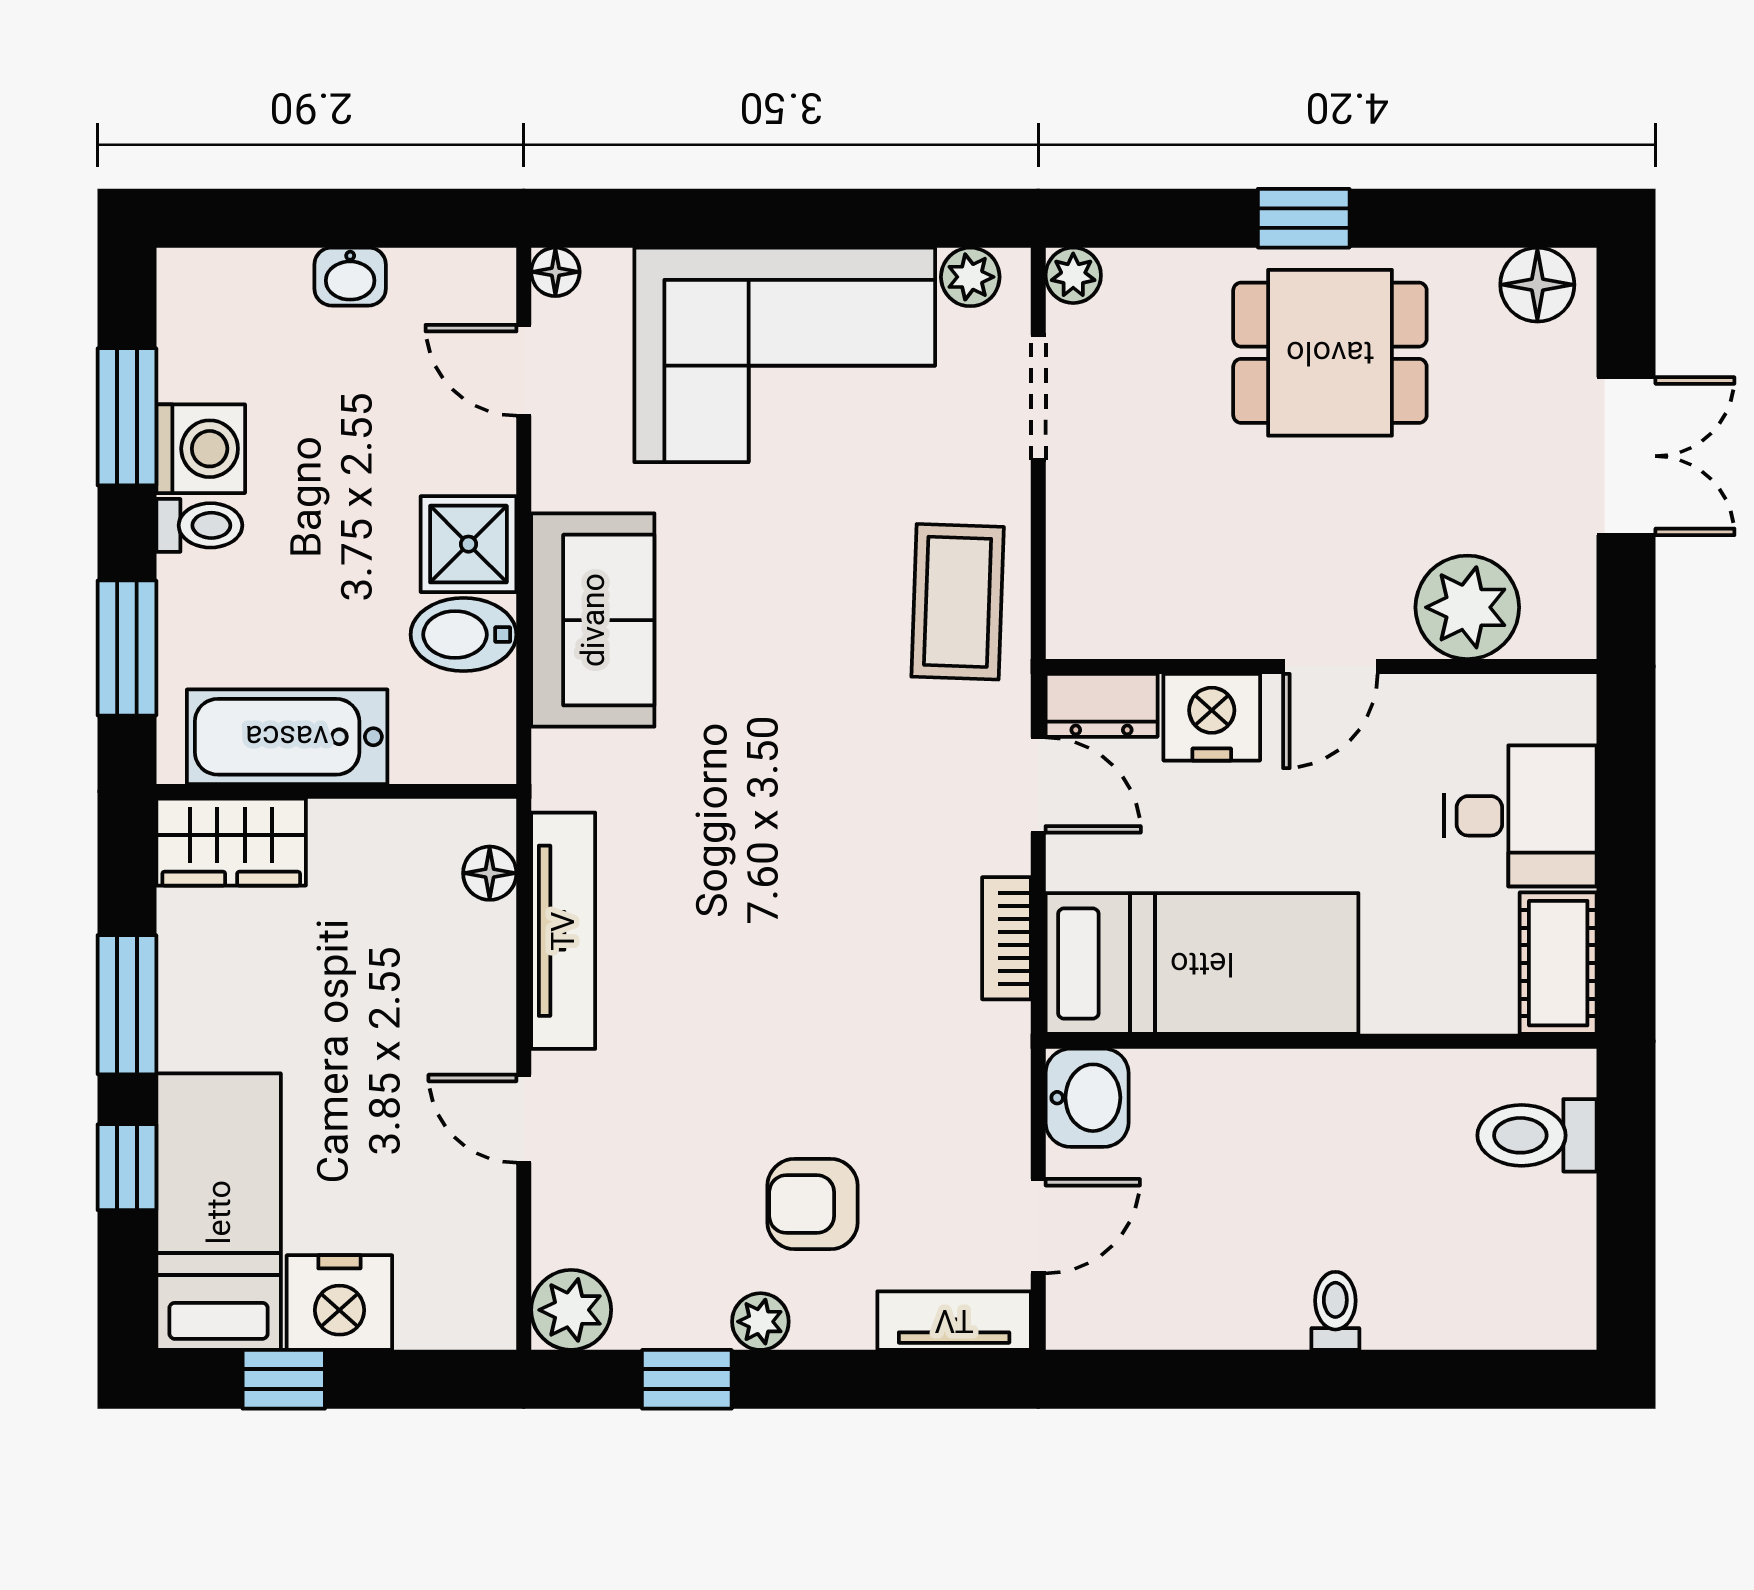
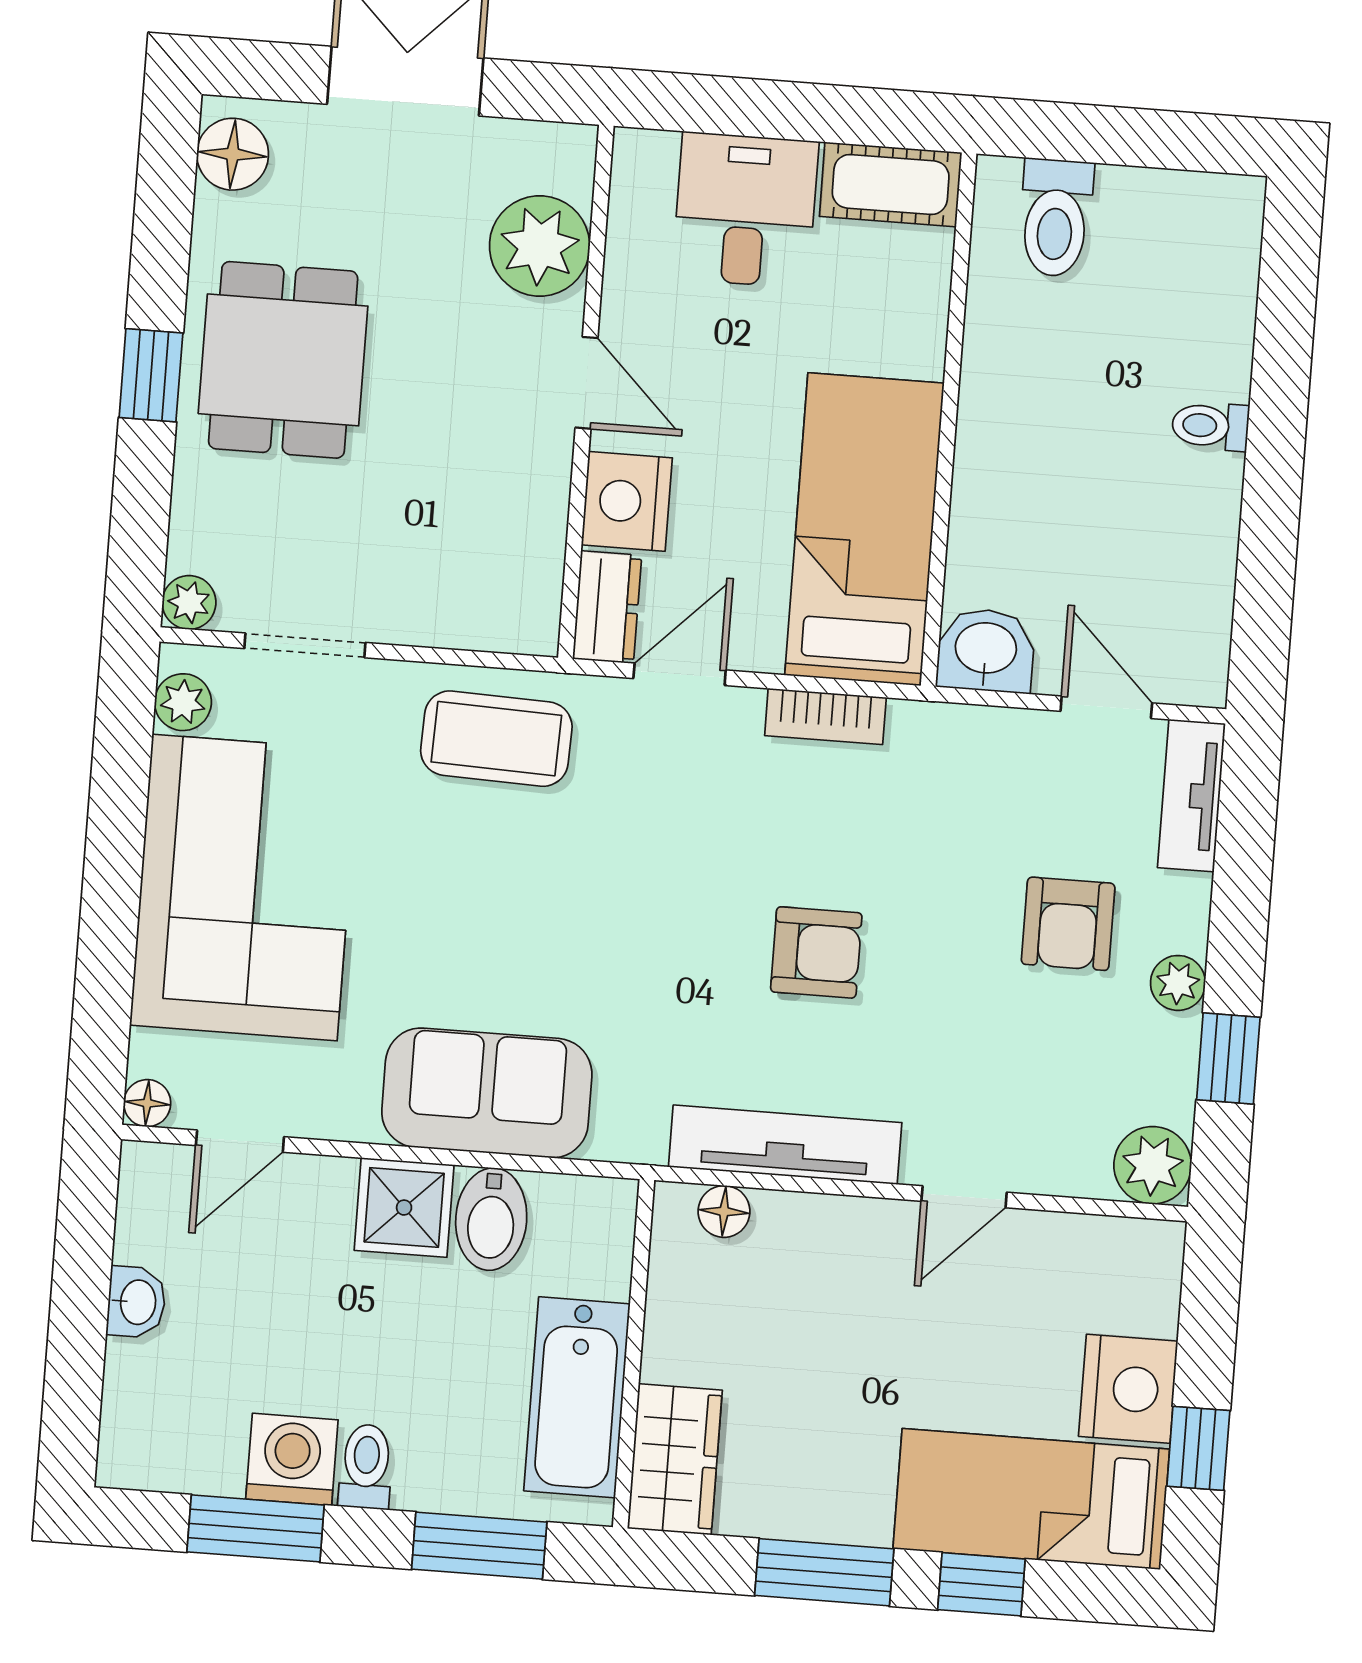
armchair: (763, 947) -> (816, 952), added

